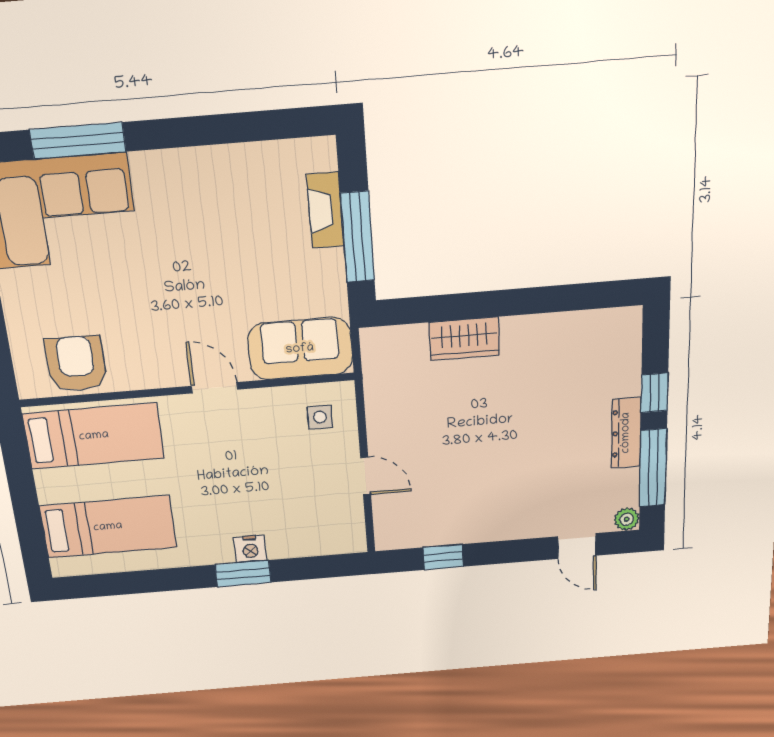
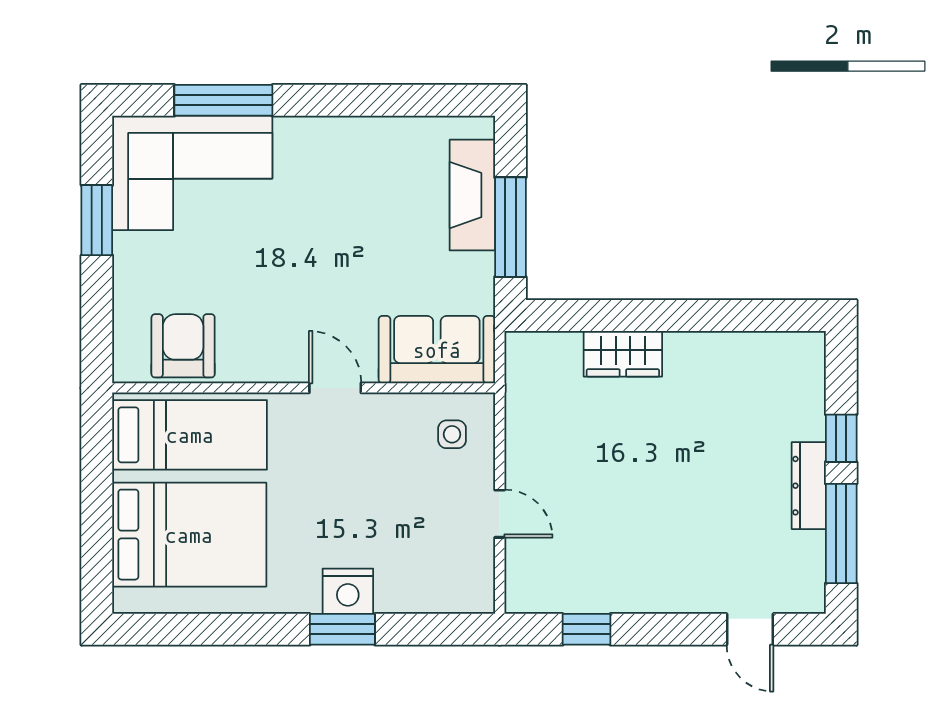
fireplace: (325, 210) -> (472, 195), width x1.37, depth x1.32
plant: (627, 519) -> (810, 599), removed
bed: (108, 527) -> (189, 535), width x1.50
nightstand: (250, 549) -> (348, 591), width x1.36, depth x1.33

